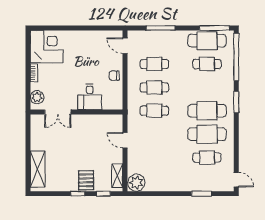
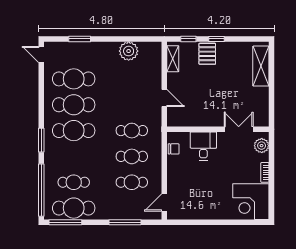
door: (125, 46) -> (164, 202), swing flipped
chair: (114, 76) -> (174, 149), moved
cafe table: (207, 158) -> (74, 79), width x1.37, depth x1.35
plant: (136, 183) -> (129, 51), moved

